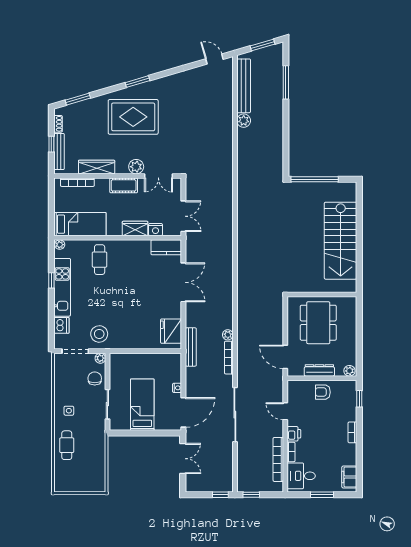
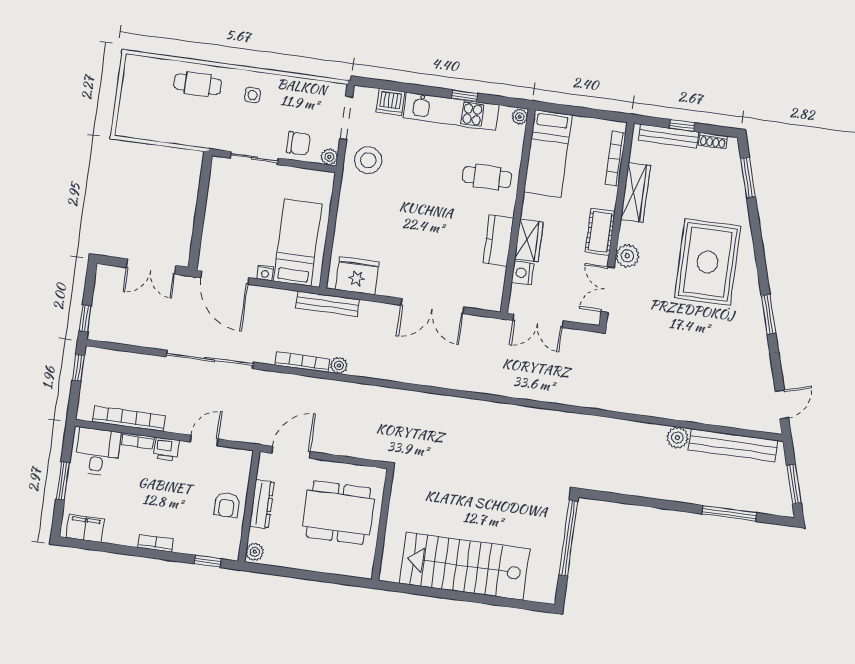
window: (138, 82) -> (768, 314), moved
kitchen counter: (166, 247) -> (498, 240), moved
armchair: (323, 392) -> (227, 505), turned 180
bed: (142, 405) -> (298, 243), moved, turned -90

